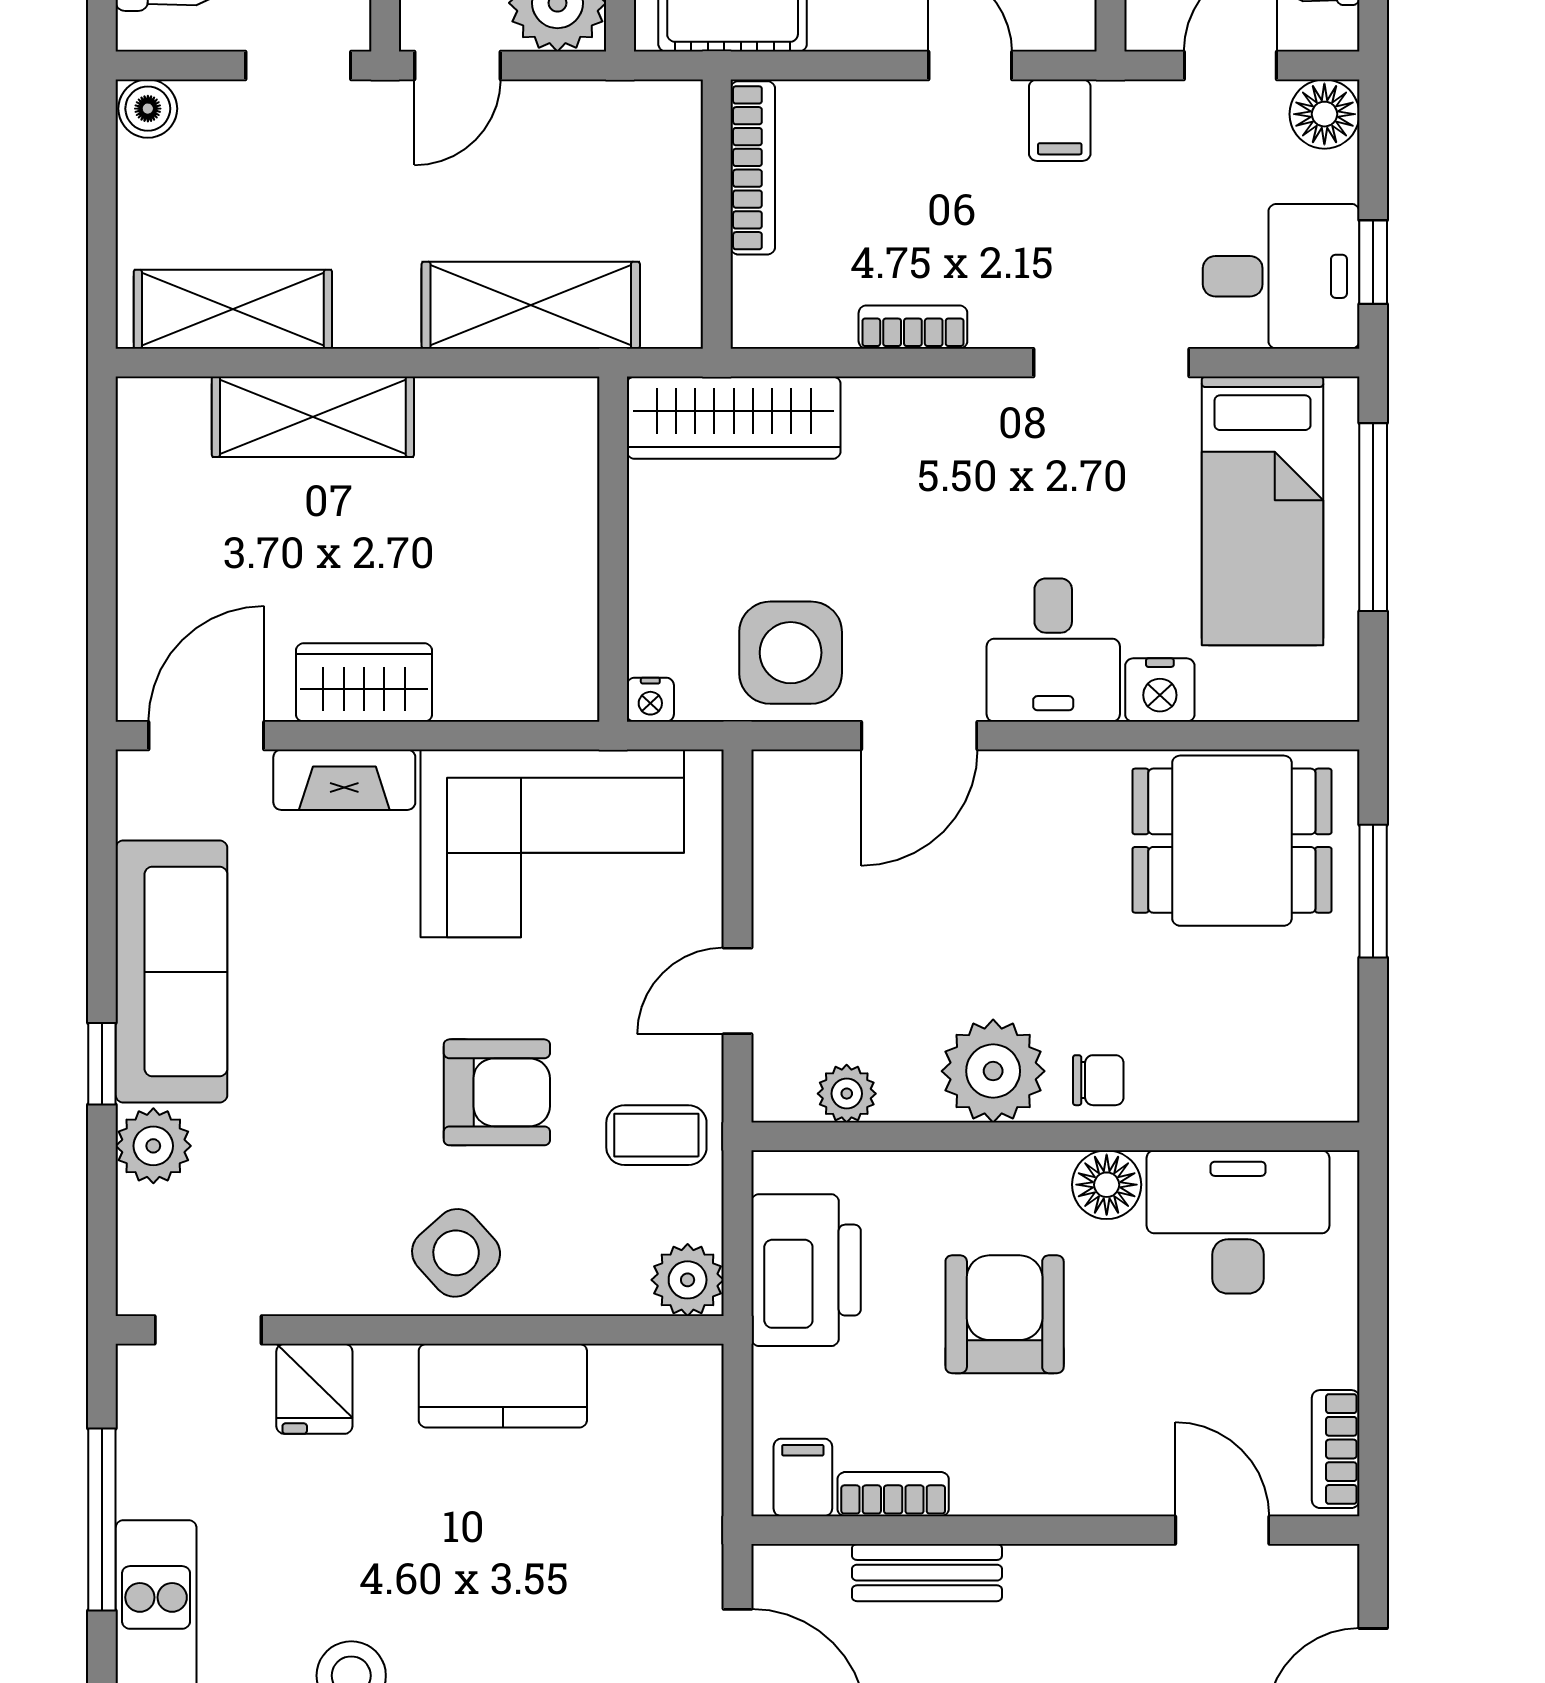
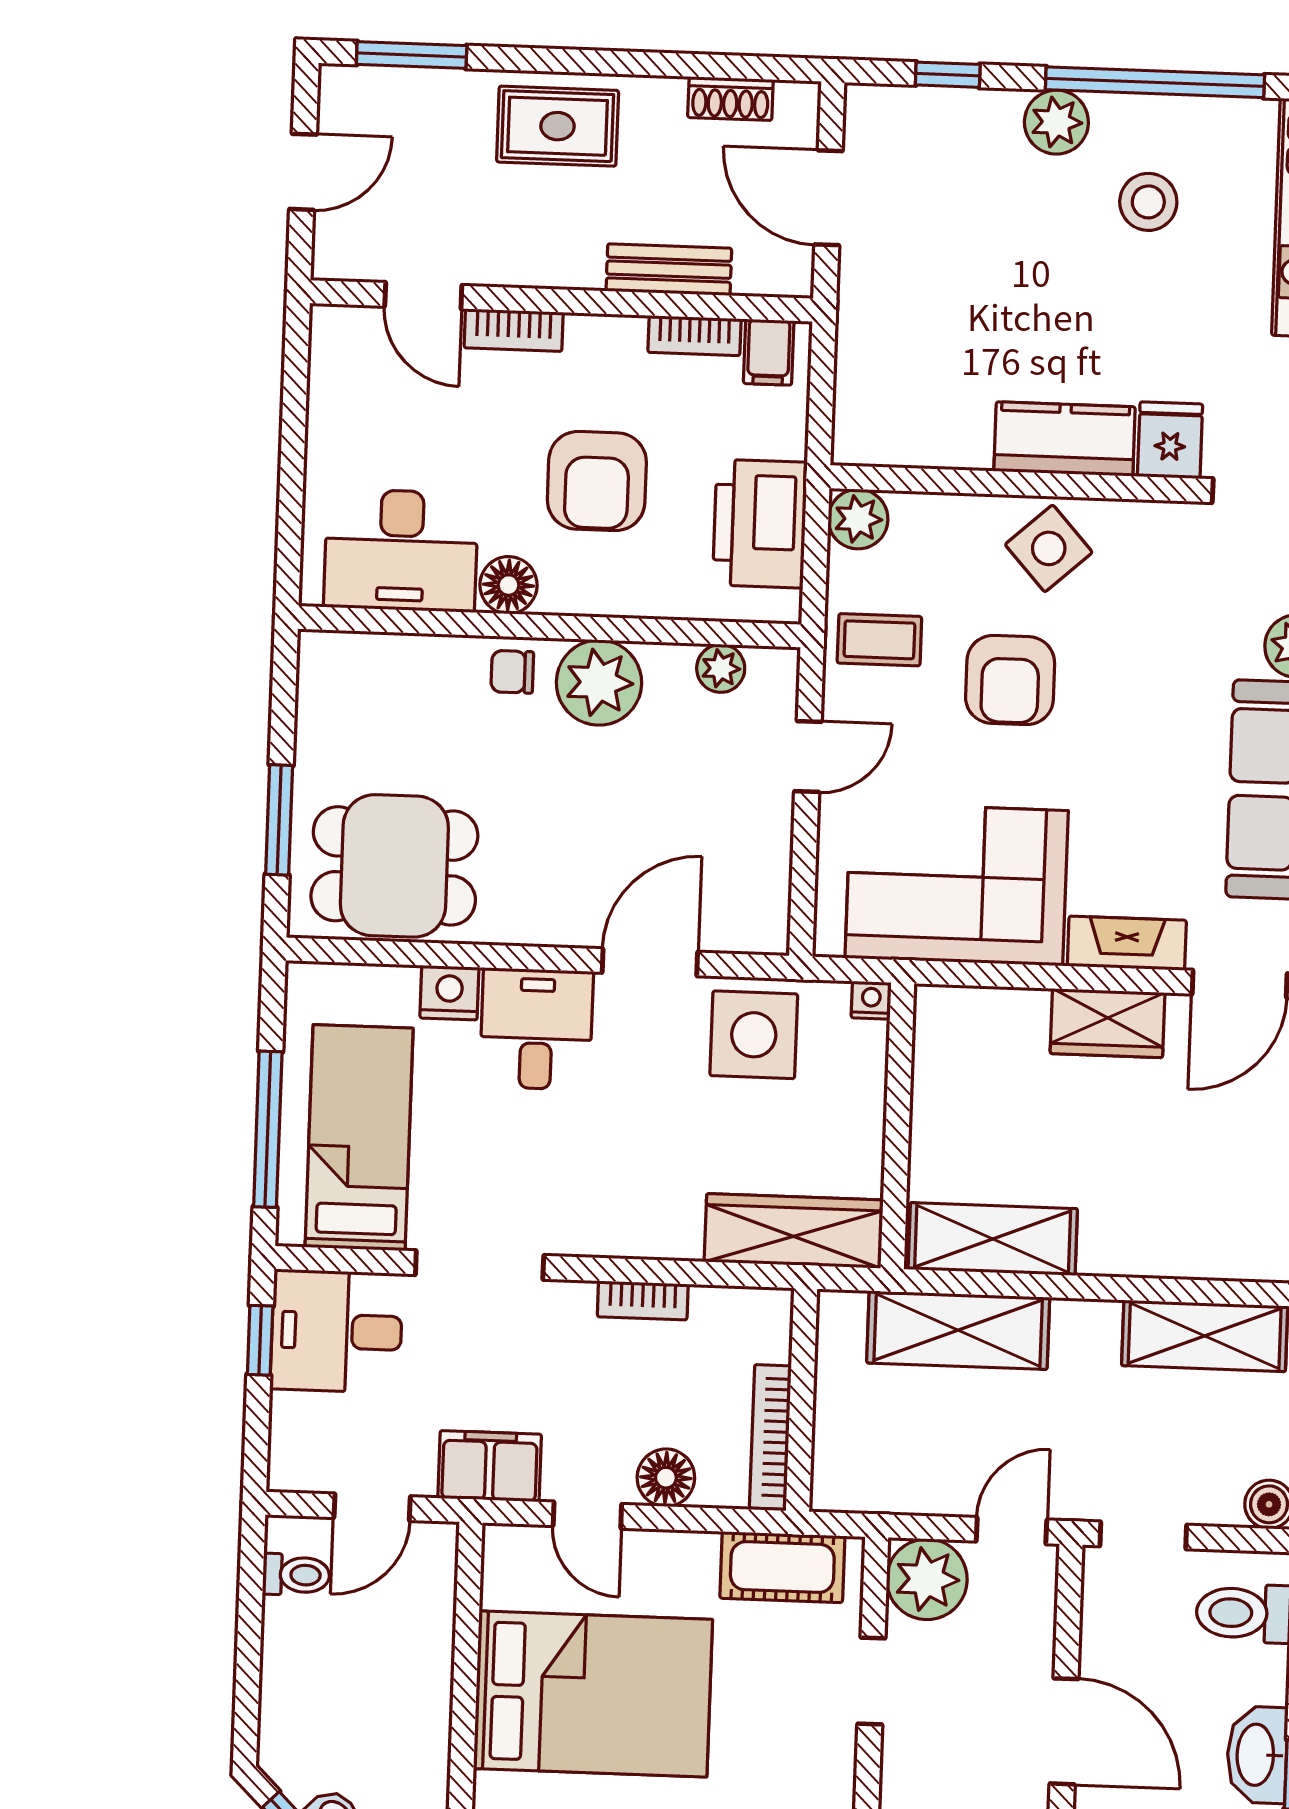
floor lamp: (1324, 114) -> (666, 1478), moved
filing cabinet: (1060, 120) -> (490, 1466), width x2.00
shelving: (313, 417) -> (993, 1239), moved
armchair: (497, 1092) -> (1010, 680), turned -90
kitchen counter: (503, 1386) -> (1065, 439), moved
bookcase: (1336, 1449) -> (514, 330), moved, turned 90

